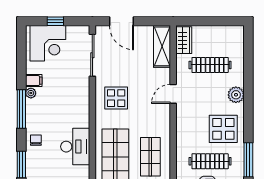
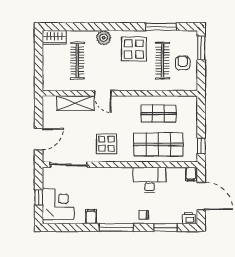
wardrobe: (184, 40) -> (54, 37), moved, turned 180
shelving: (162, 46) -> (75, 103), moved
plant: (31, 93) -> (102, 219), removed

